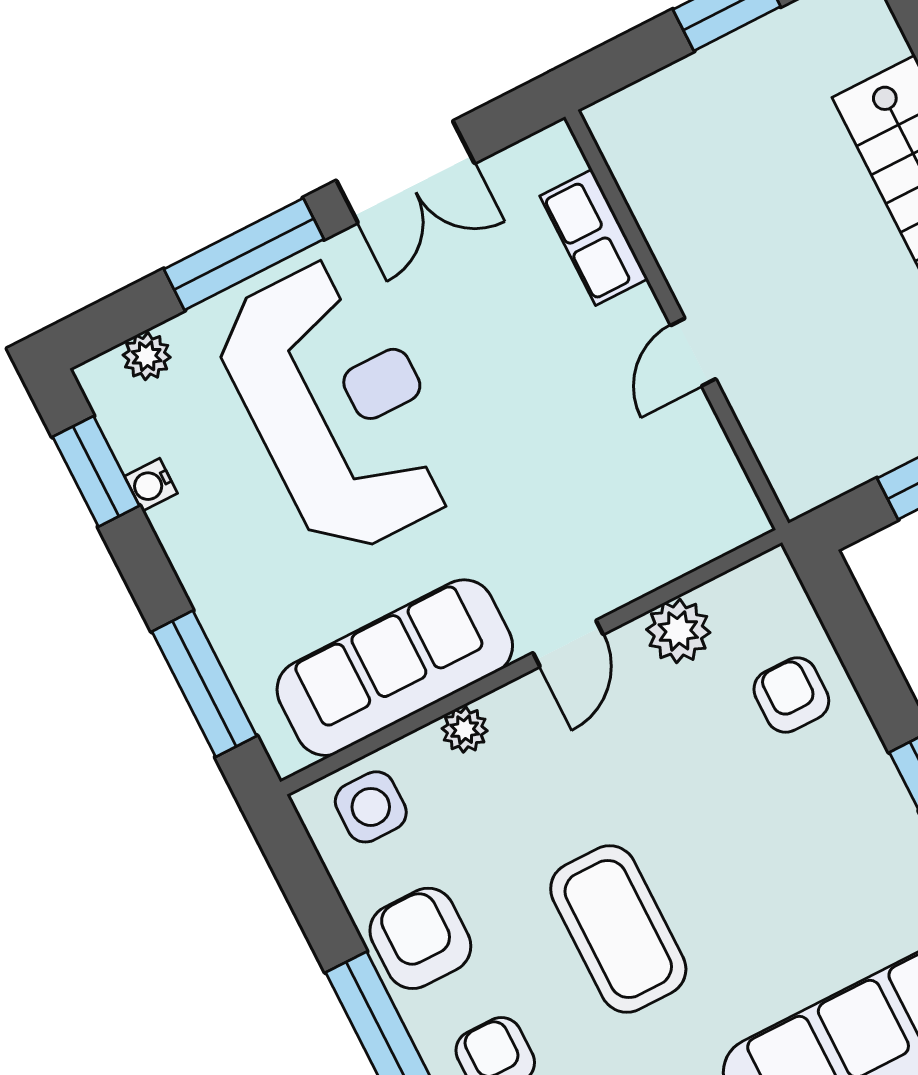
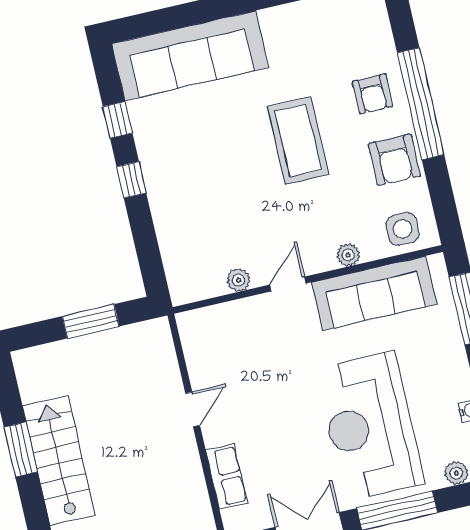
plant: (678, 631) -> (239, 280), width x0.73, depth x0.73
armchair: (791, 695) -> (187, 232), removed

